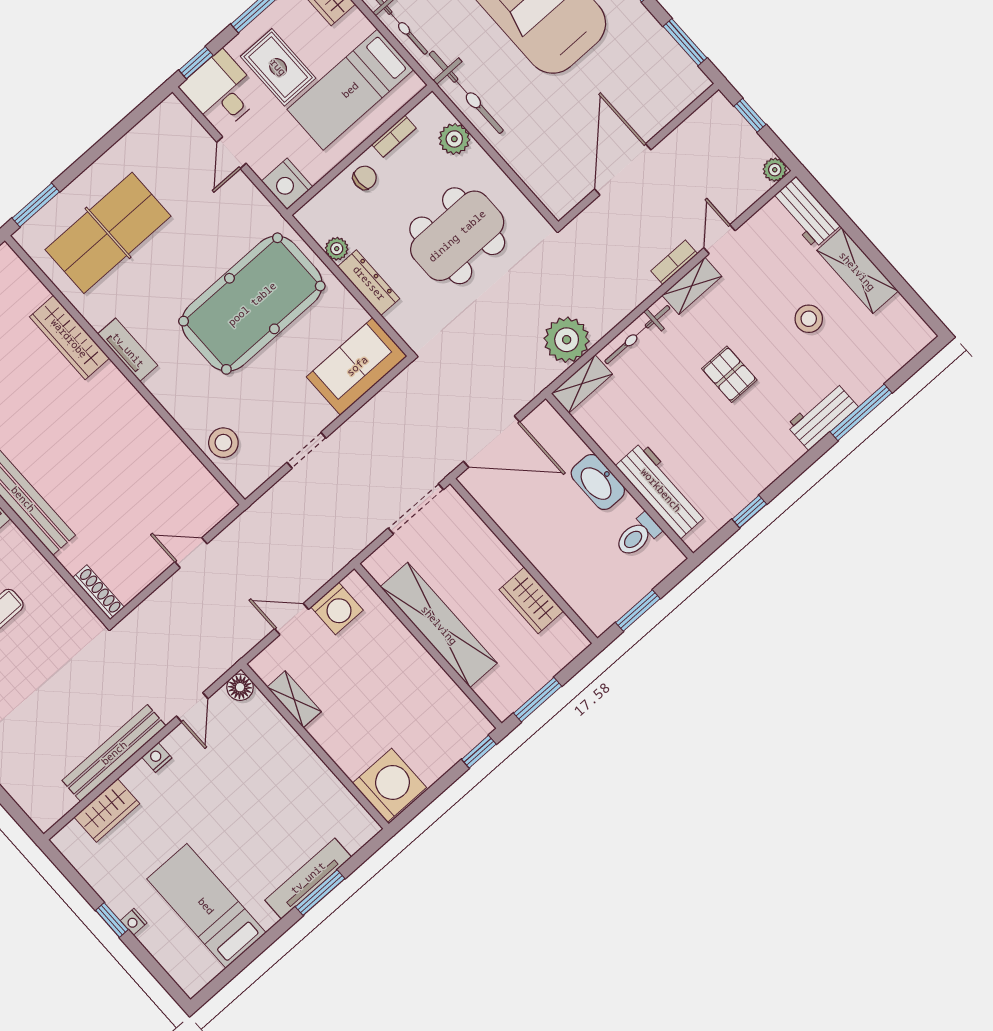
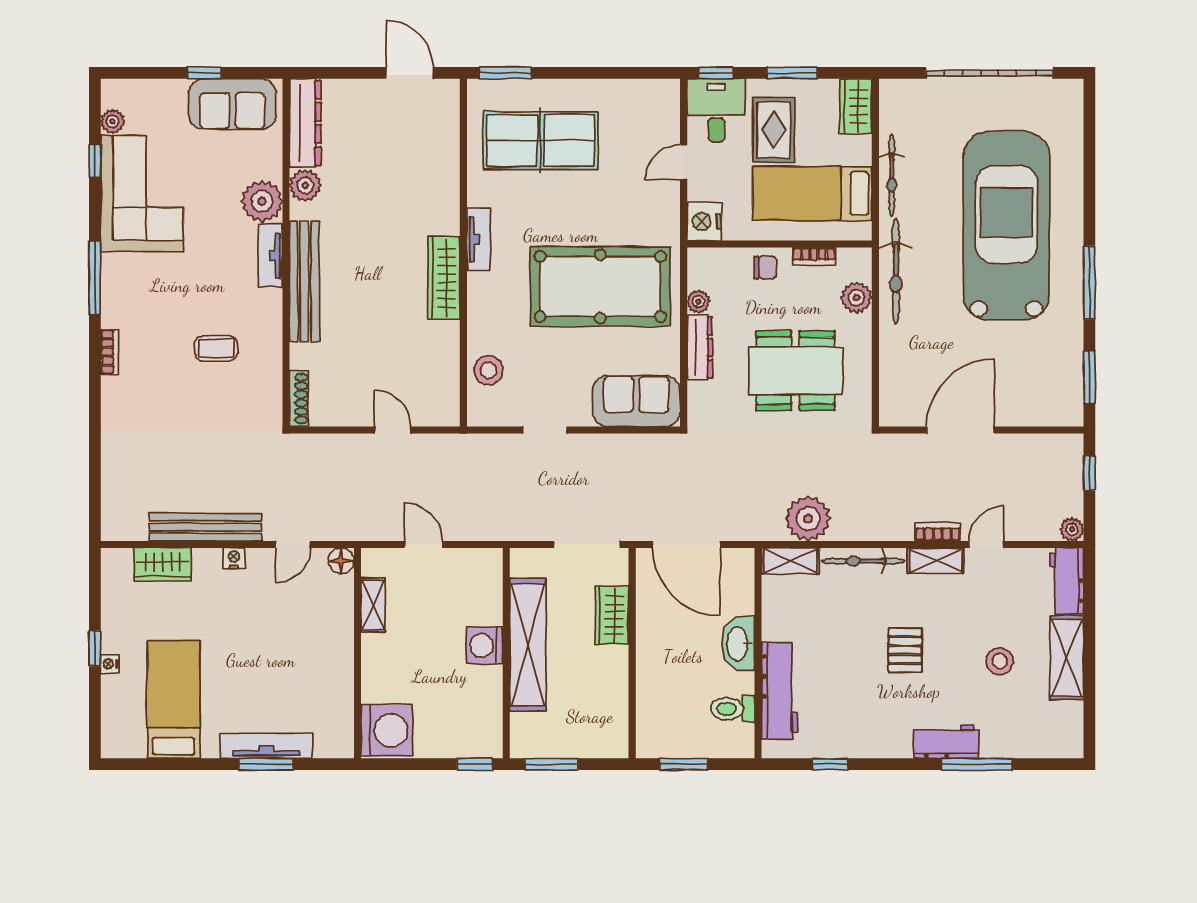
wardrobe: (69, 338) -> (444, 278), moved
wardrobe: (531, 600) -> (612, 615), moved
washing machine: (337, 608) -> (484, 645), moved, turned 90

